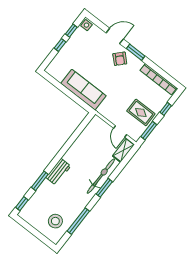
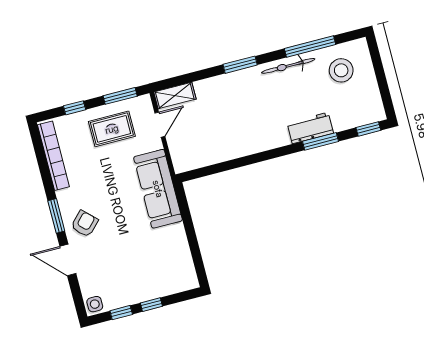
sofa: (83, 90) -> (158, 189), moved
rug: (141, 112) -> (112, 129), turned 90
workbench: (58, 172) -> (310, 128), moved
bicycle: (101, 176) -> (288, 66), moved, width x0.73, depth x0.71

